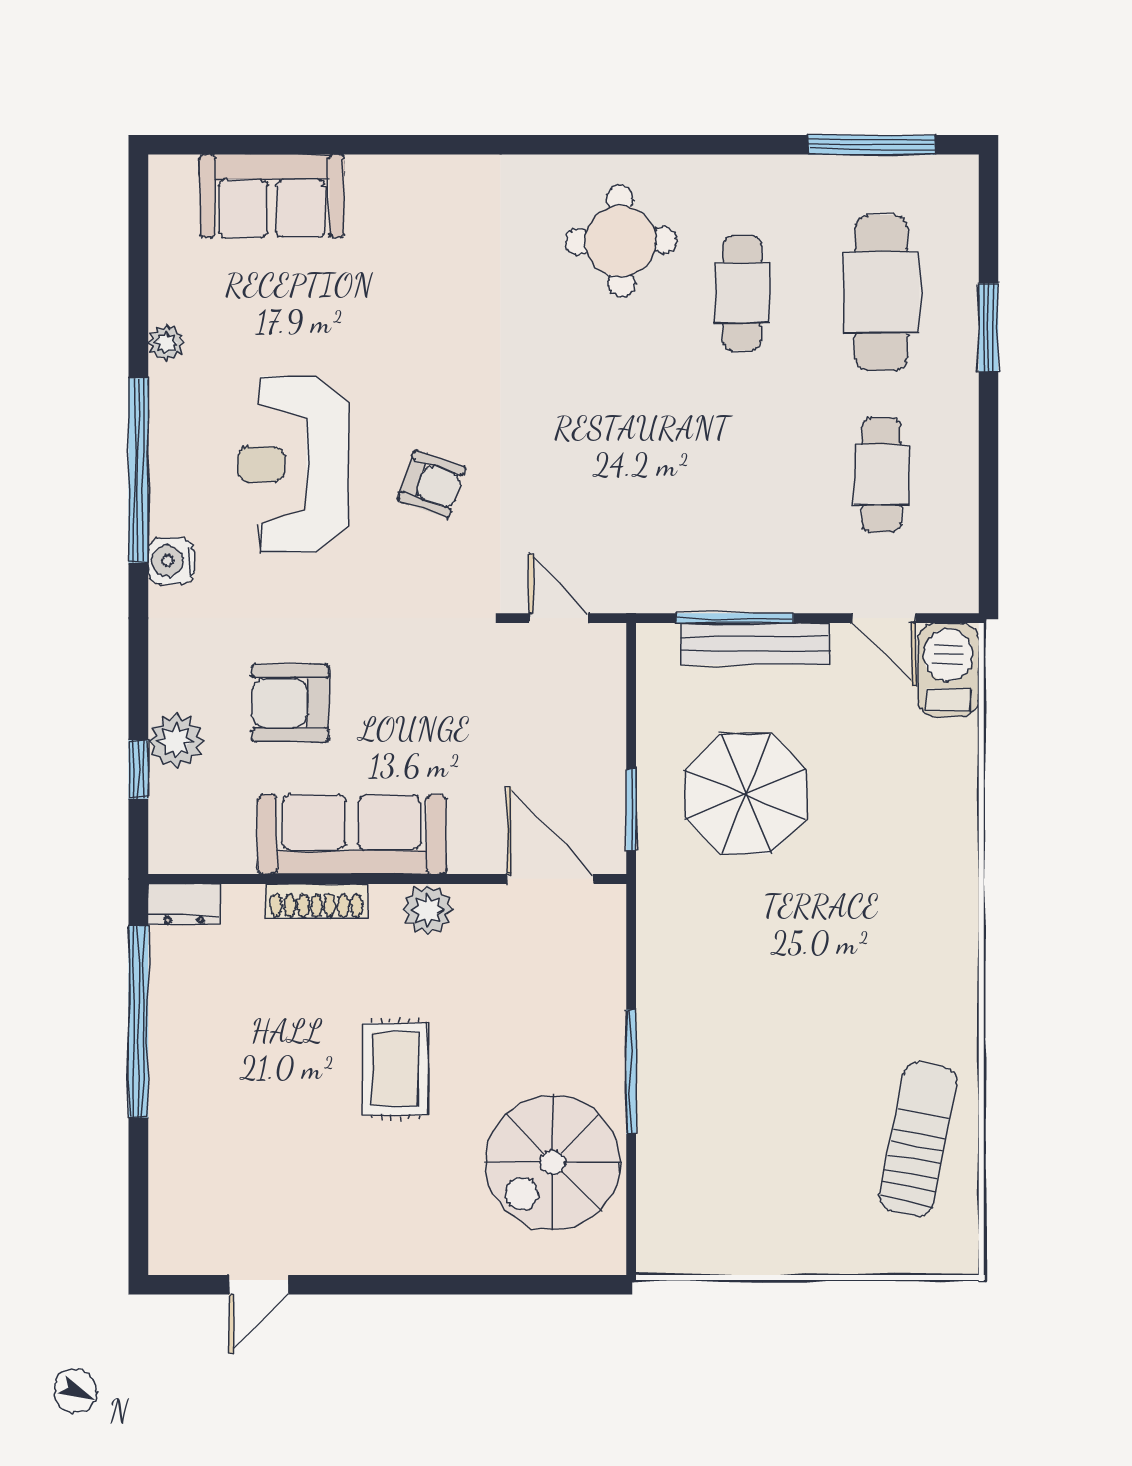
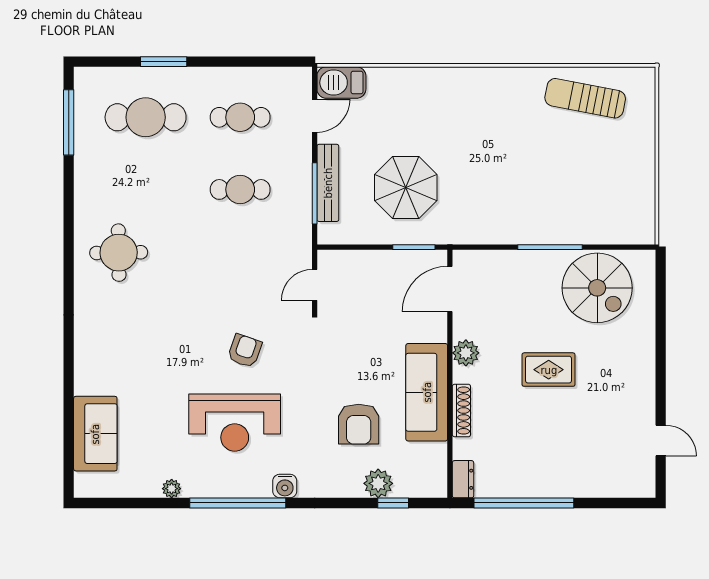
cafe table: (742, 293) -> (240, 189), moved

